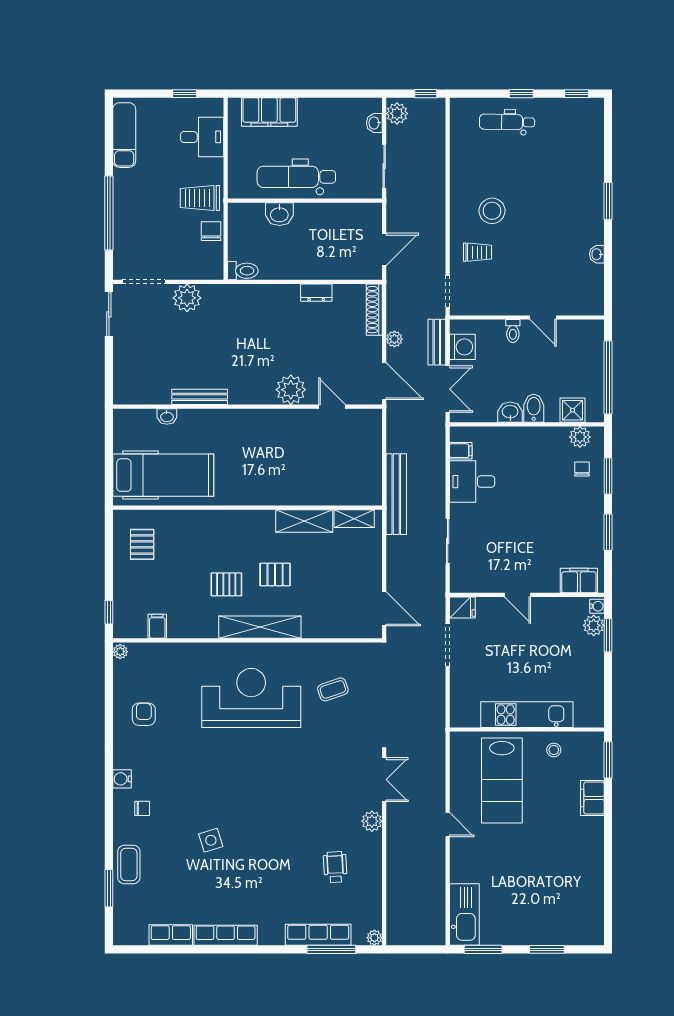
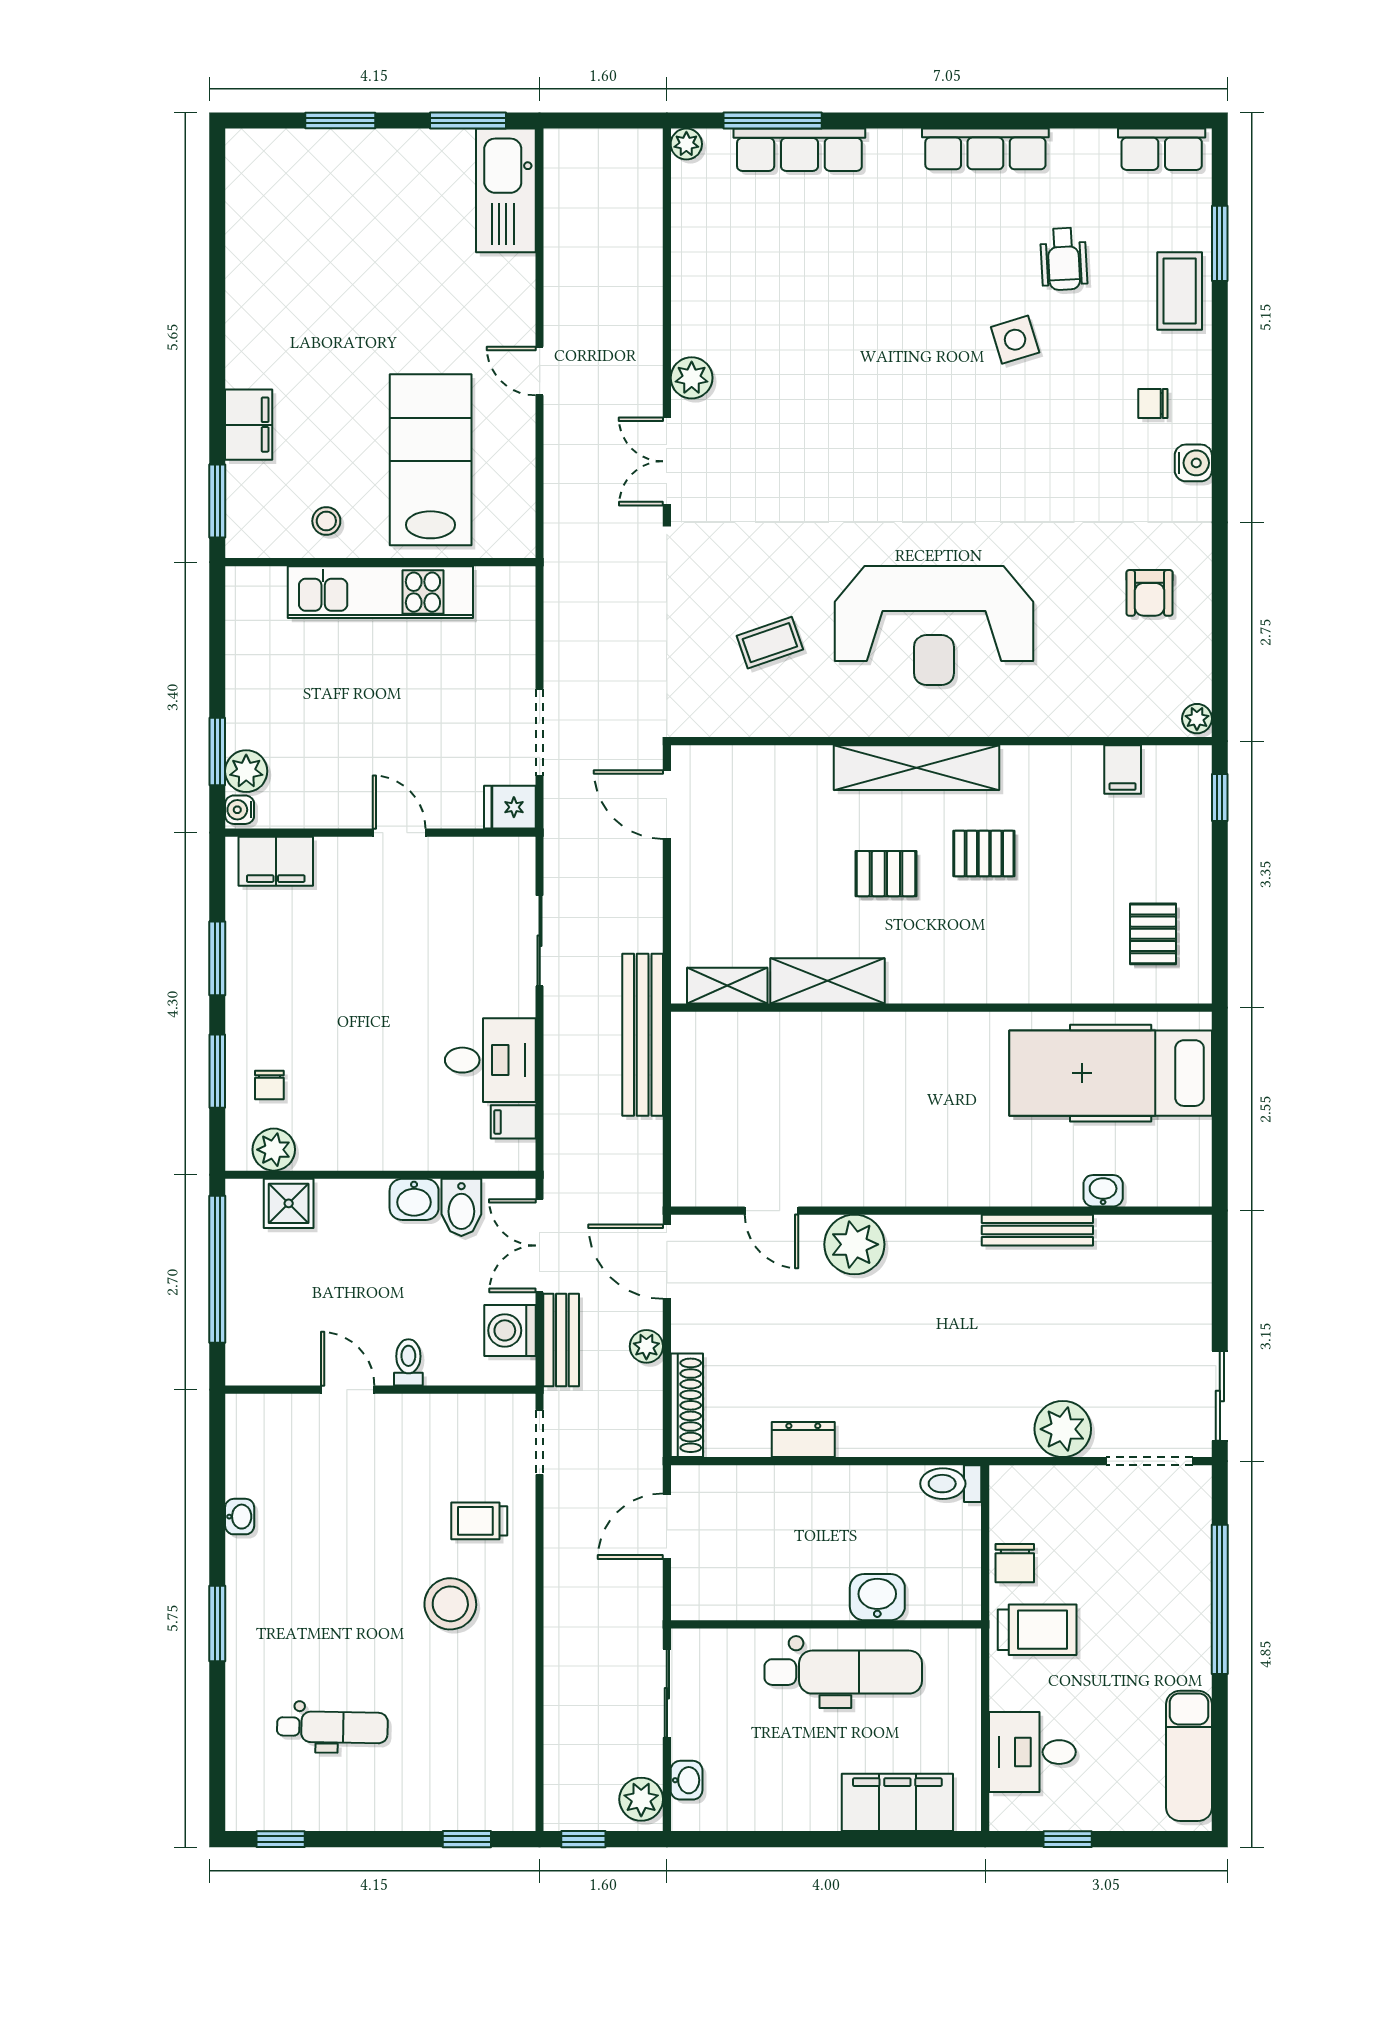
window: (521, 94) -> (467, 1839), moved
dental chair: (507, 122) -> (332, 1727), moved
bidet: (534, 408) -> (461, 1207), moved
wheelchair: (335, 867) -> (1064, 259), moved
row of seats: (171, 935) -> (1162, 149), moved

